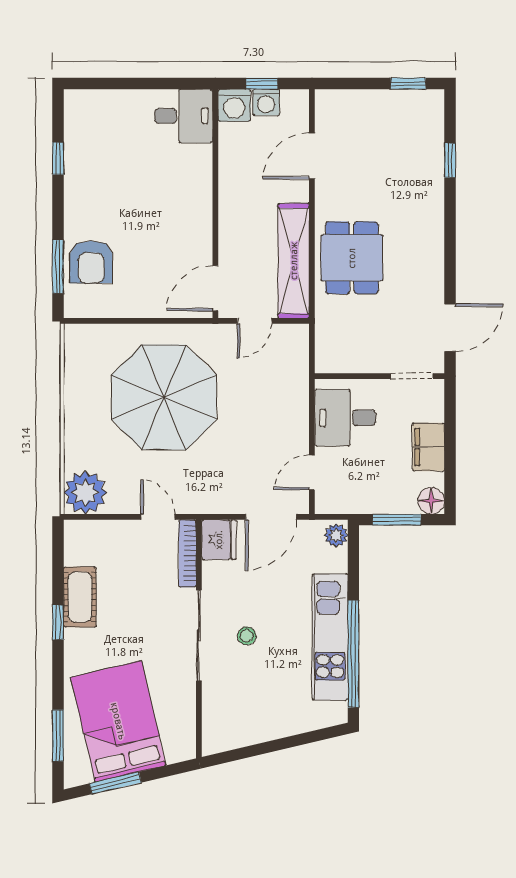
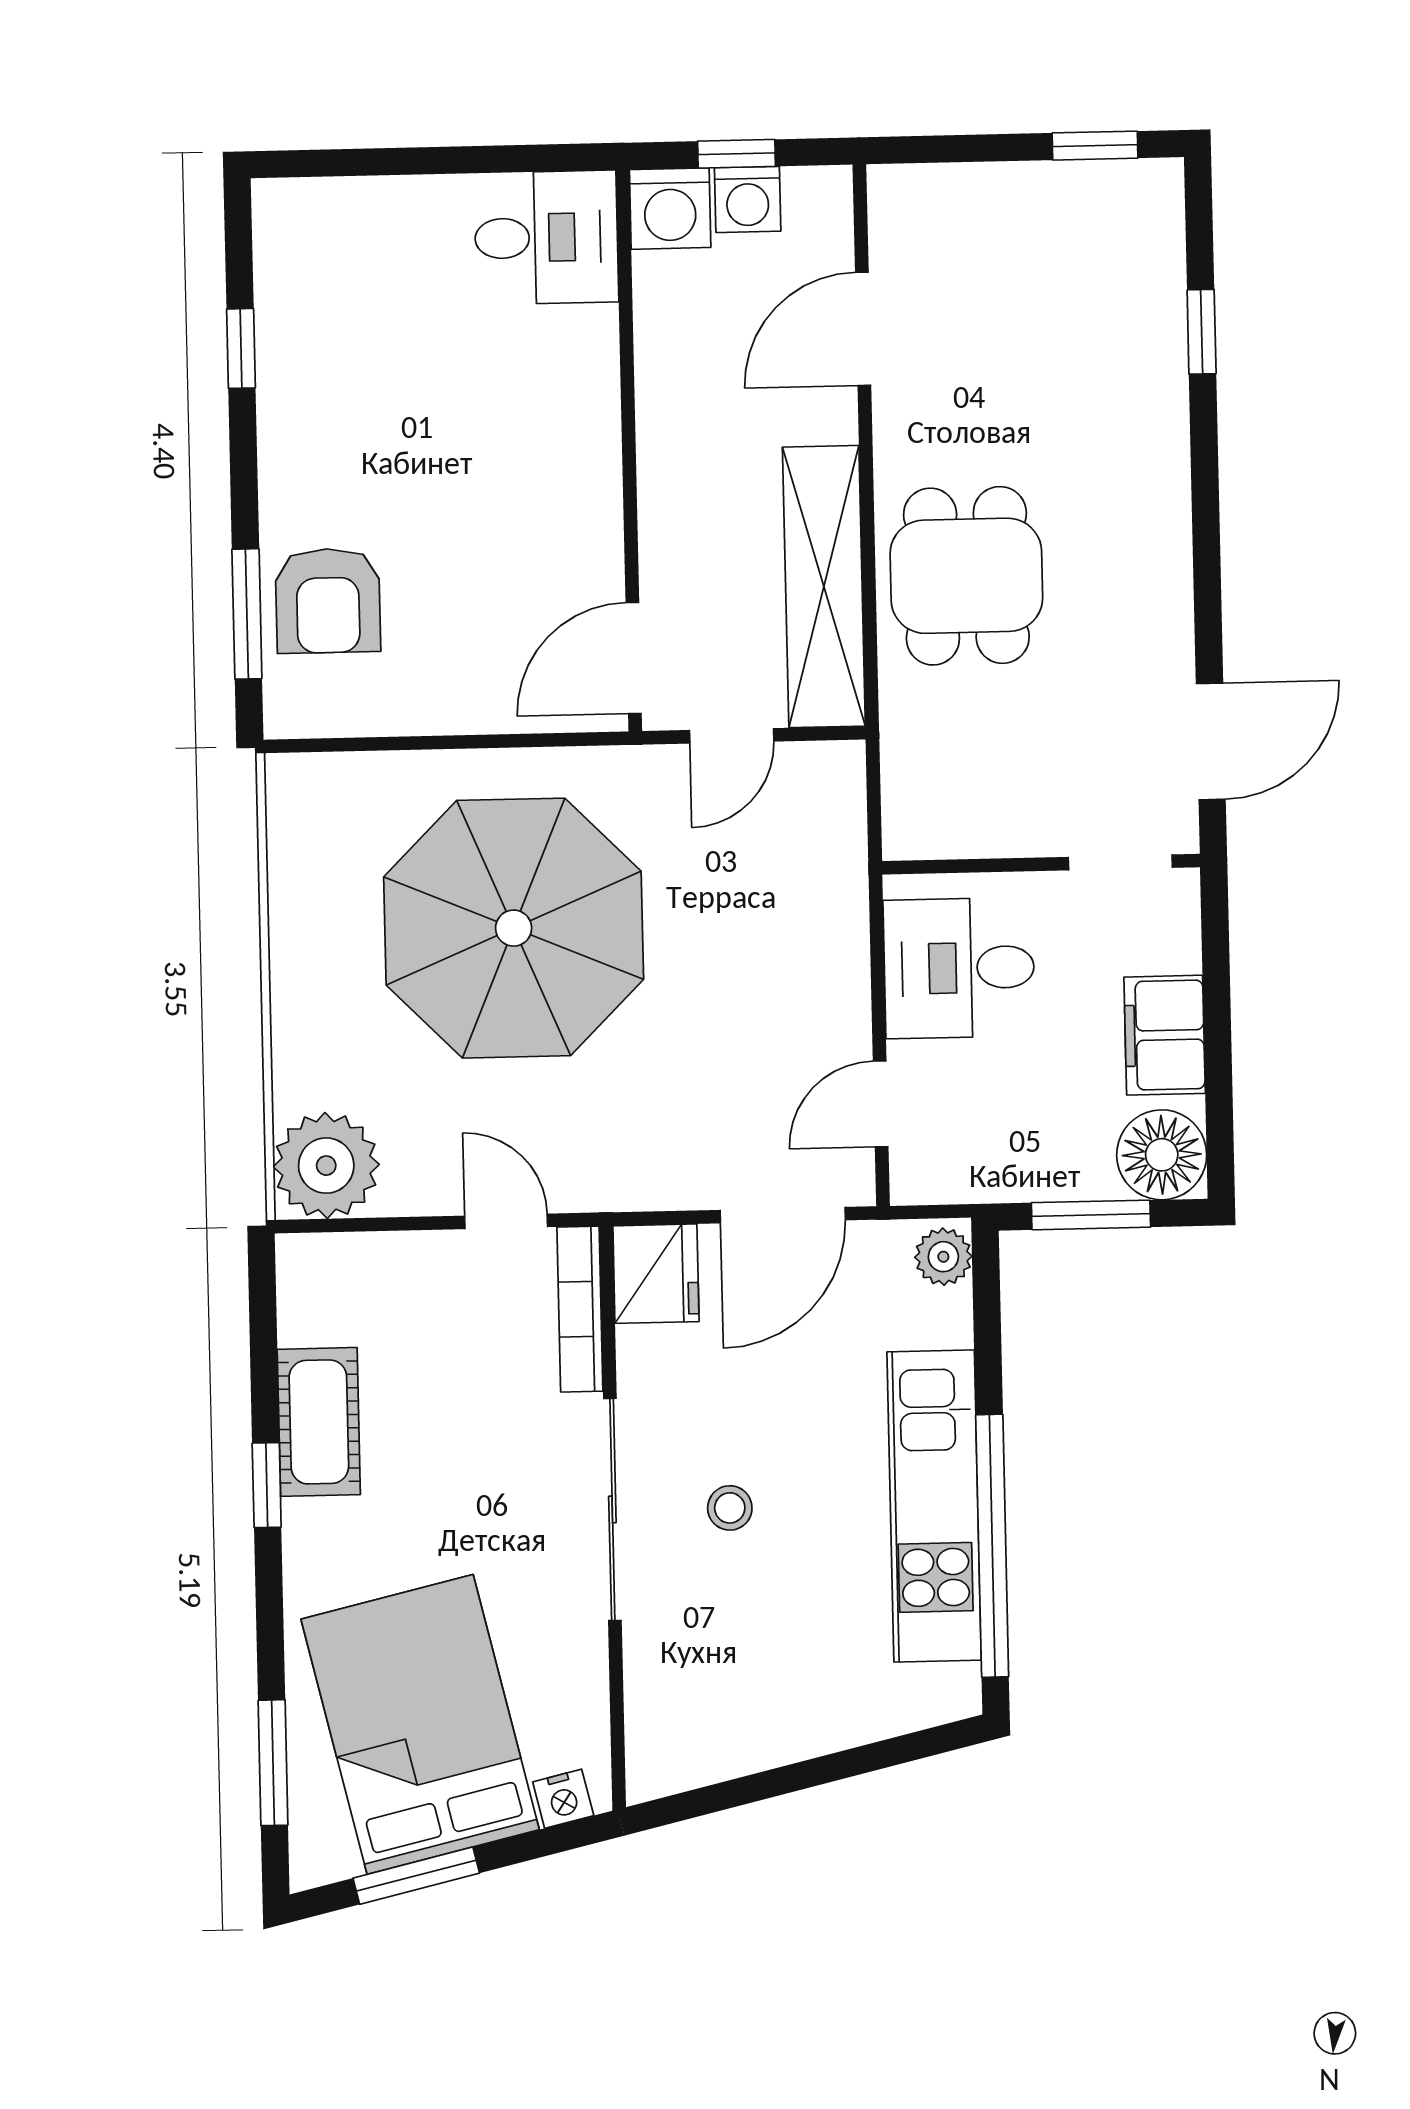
floor lamp: (431, 501) -> (1162, 1155), width x1.38, depth x1.38
nightstand: (176, 753) -> (563, 1799), added

